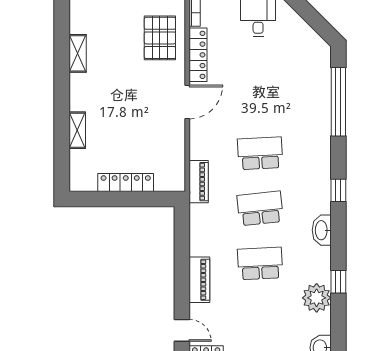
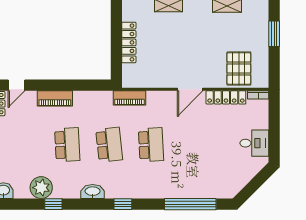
pallet: (160, 38) -> (239, 69), turned 90
door: (187, 102) -> (190, 89), hinge flipped

